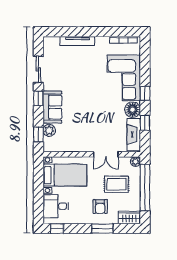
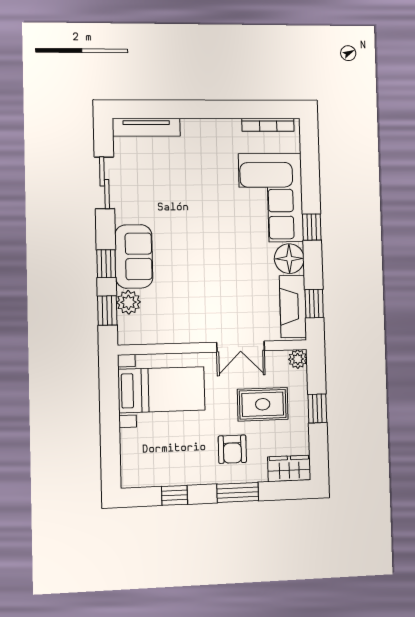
tv unit: (77, 41) -> (146, 127), moved
window: (38, 98) -> (106, 264), moved
window: (145, 123) -> (314, 304), moved
window: (145, 187) -> (317, 408), width x0.32
desk: (56, 206) -> (145, 452), removed
window: (57, 229) -> (174, 495), moved

